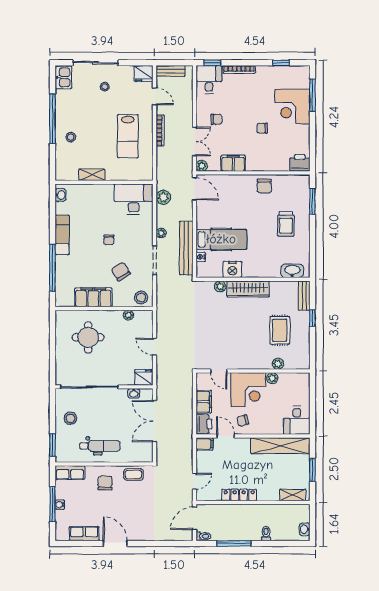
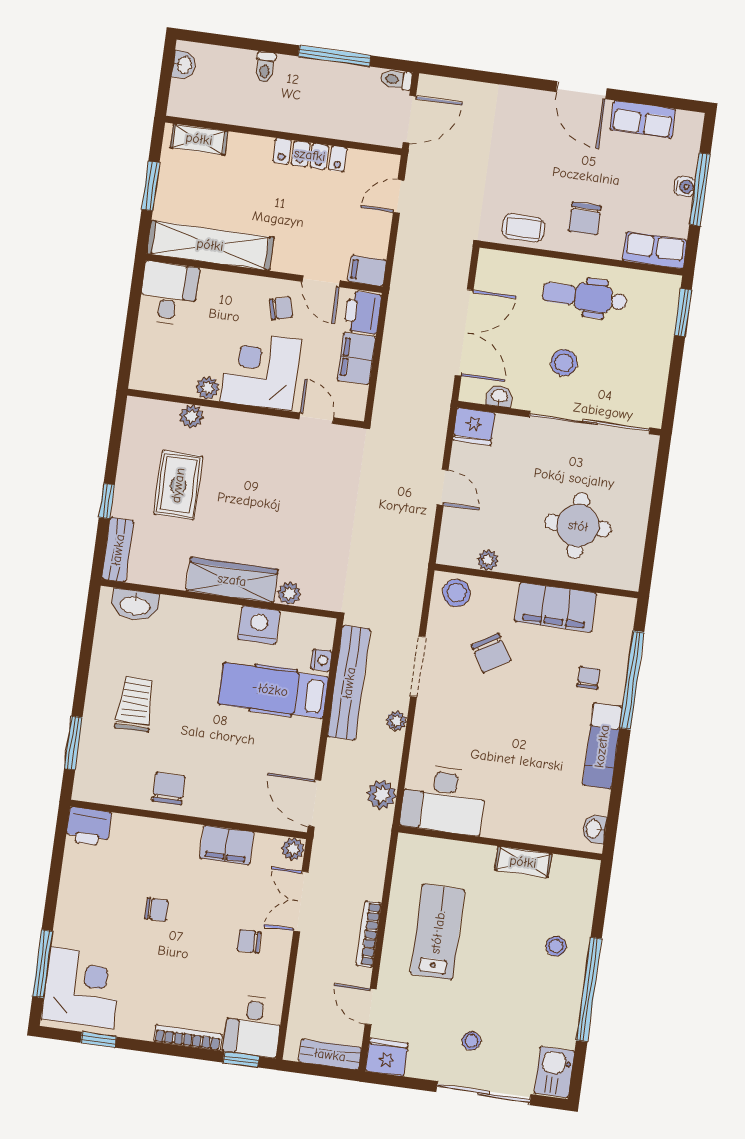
corner desk: (292, 106) -> (82, 988), moved
chair: (109, 240) -> (589, 678), moved
stool: (70, 418) -> (564, 363), moved

